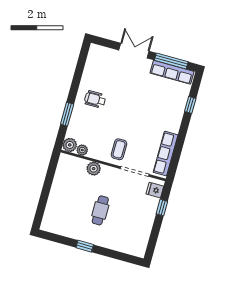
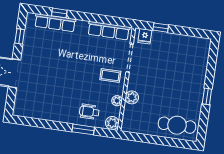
window: (171, 61) -> (20, 36), width x0.46
row of seats: (172, 72) -> (55, 23), moved, turned 90
wheelchair: (95, 99) -> (89, 112), moved, turned 90
plant: (82, 150) -> (117, 101), moved
cafe table: (100, 210) -> (177, 125), moved, width x1.37, depth x1.35

